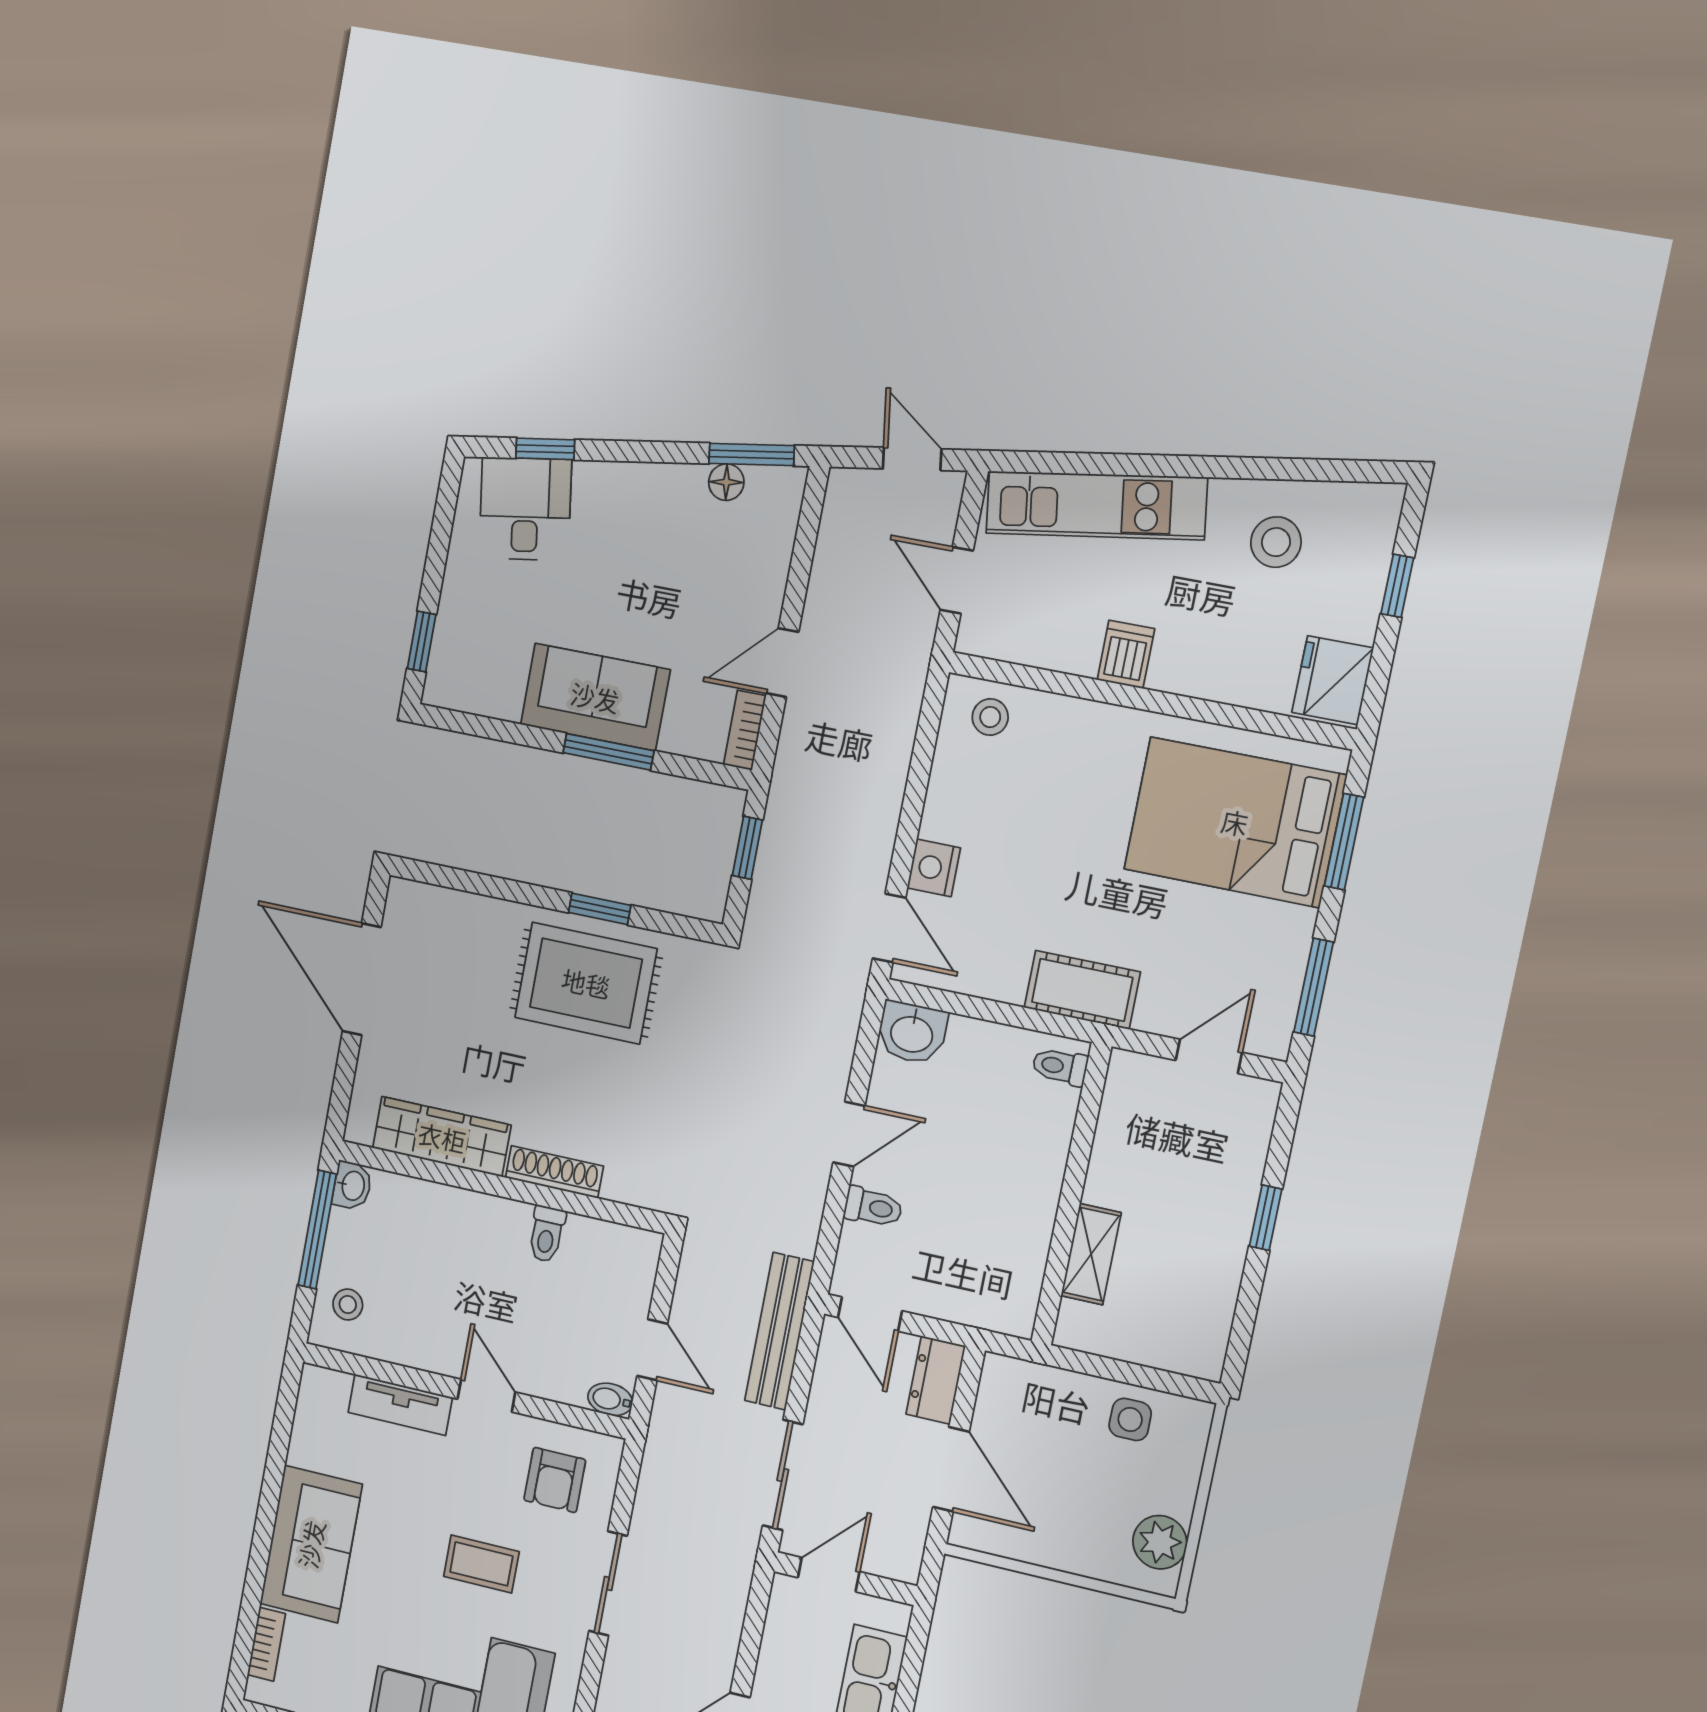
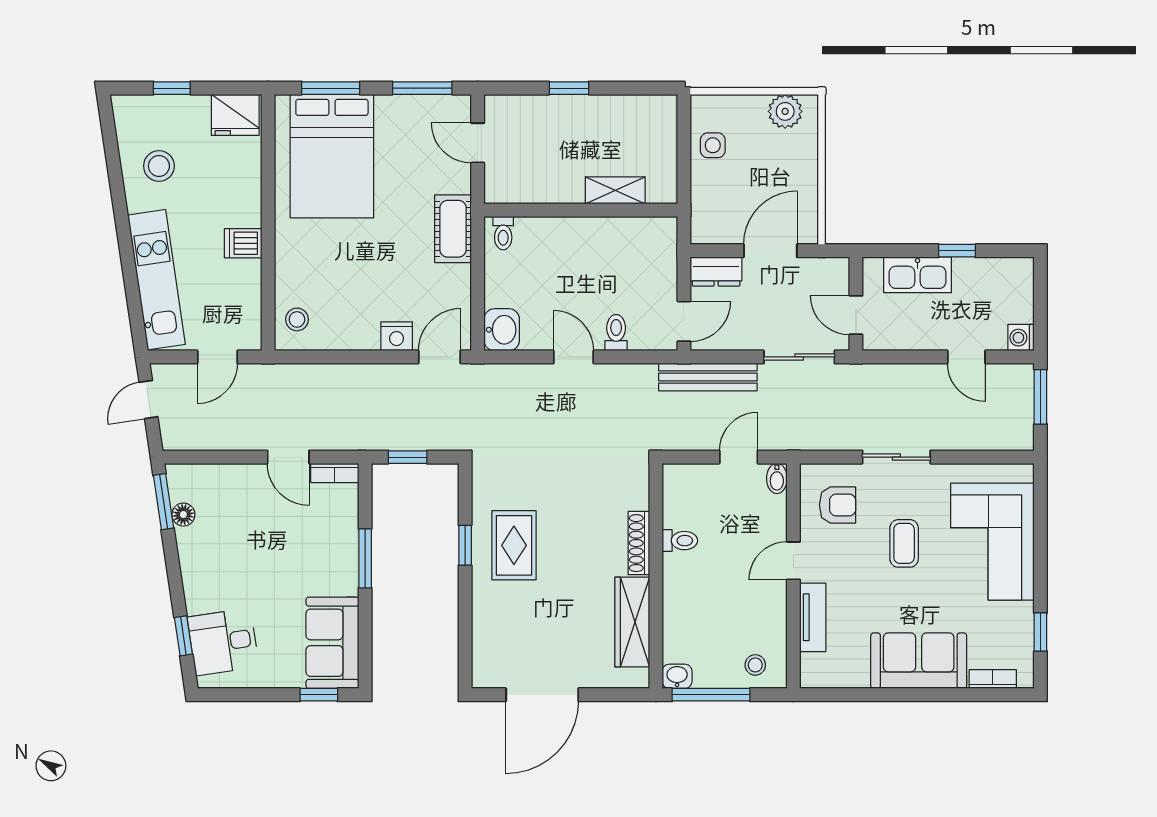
sofa: (595, 697) -> (332, 643), moved
rug: (586, 983) -> (514, 545), width x0.73, depth x0.70

